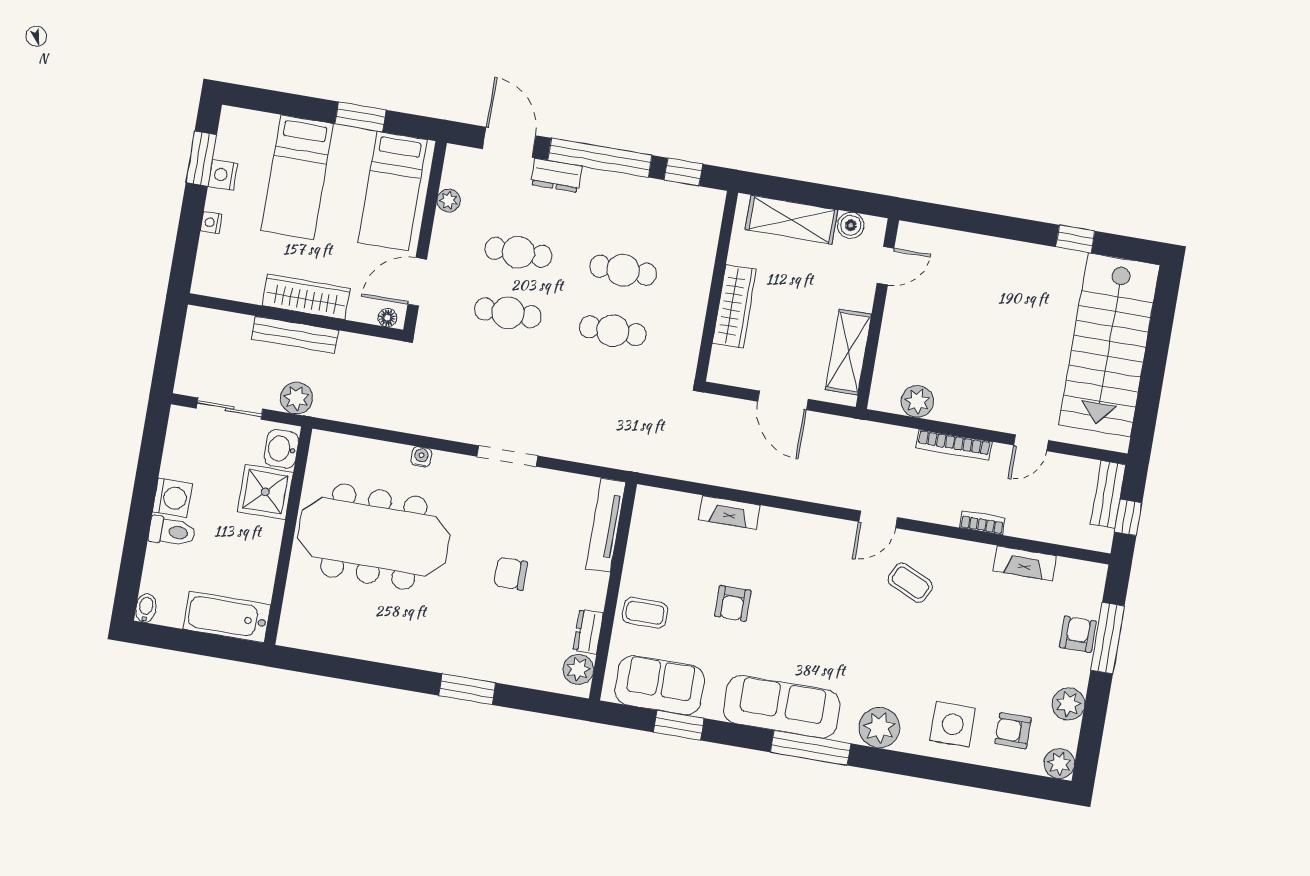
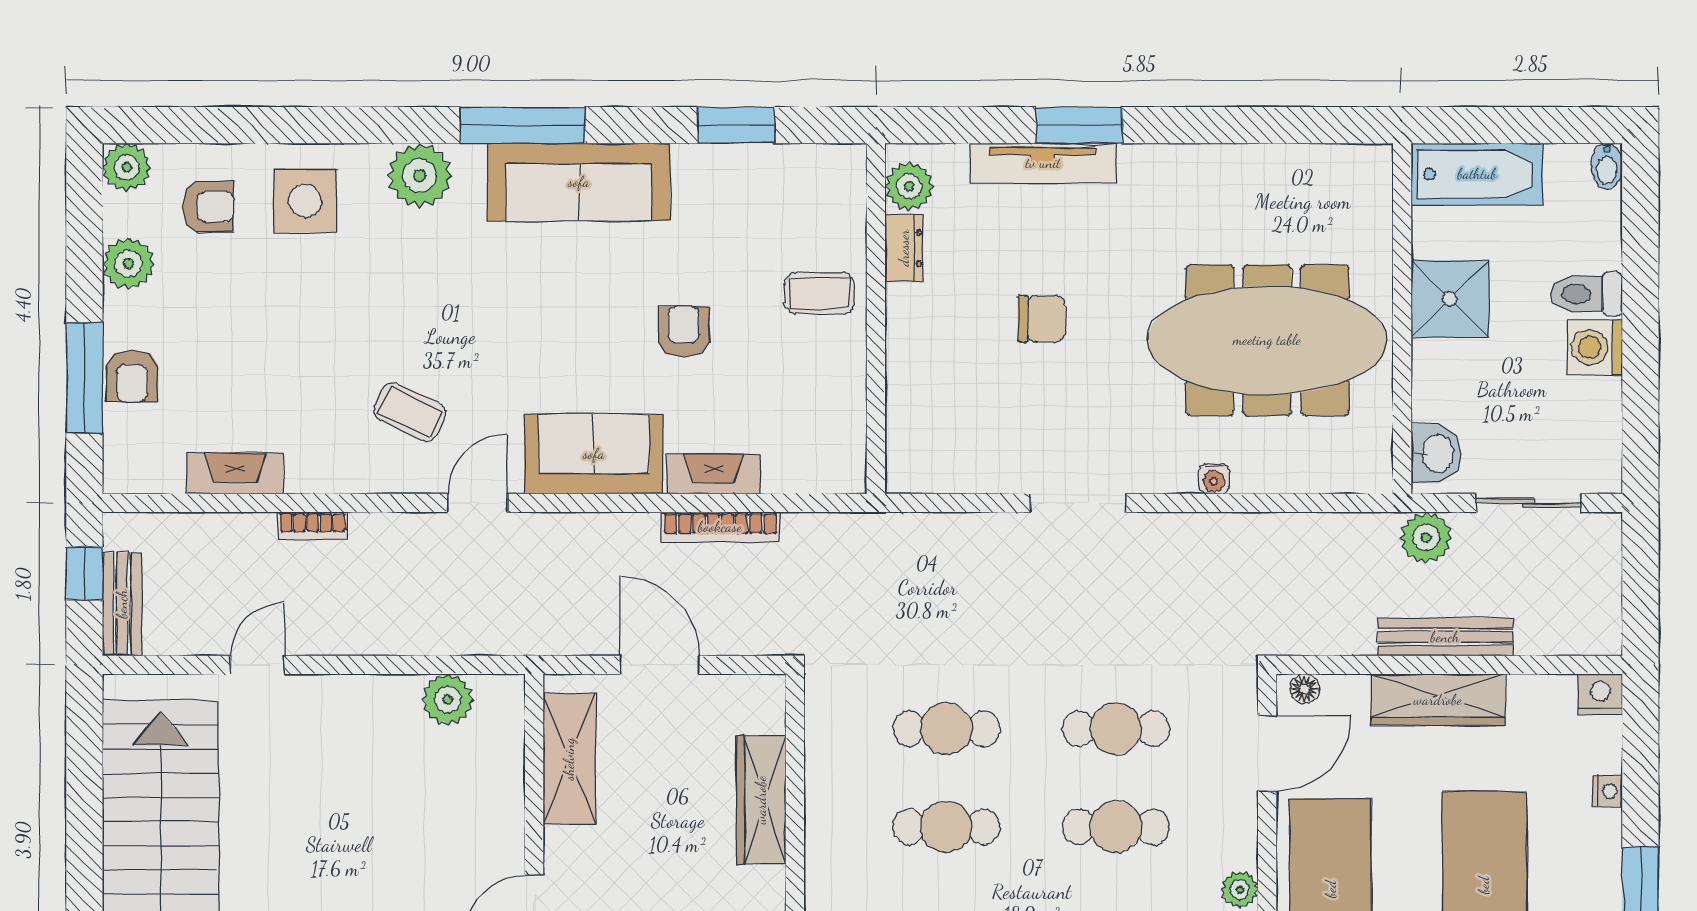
nightstand: (223, 175) -> (1600, 694), moved, turned -90
bookcase: (954, 445) -> (720, 527), moved, turned 180
shower: (265, 492) -> (1450, 299), moved
tv unit: (606, 525) -> (1043, 163), moved, turned 90
sofa: (660, 685) -> (594, 454), moved, turned 180

